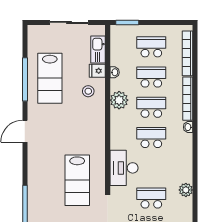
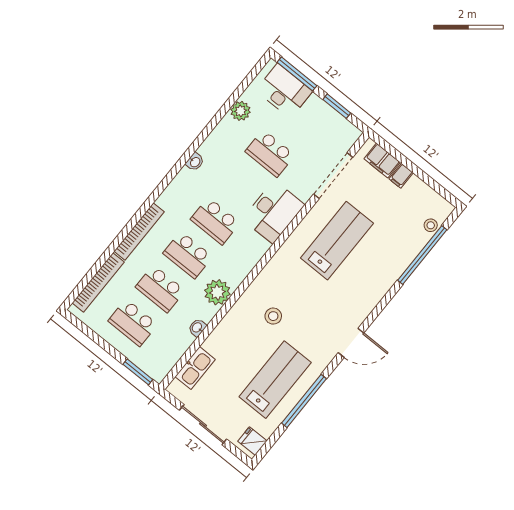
fridge: (97, 71) -> (252, 441), moved, turned 180
stool: (88, 91) -> (273, 316), moved
washbasin: (188, 127) -> (195, 162), moved
plant: (186, 190) -> (240, 111), moved

